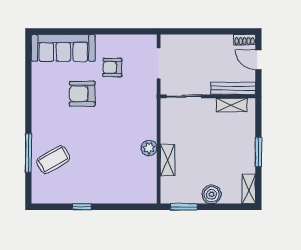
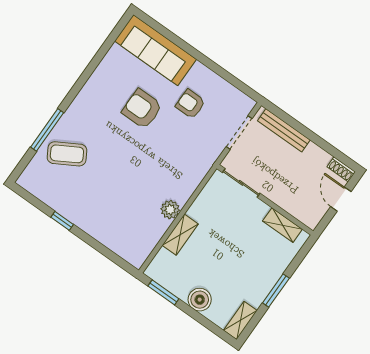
bench: (233, 88) -> (284, 130), moved

